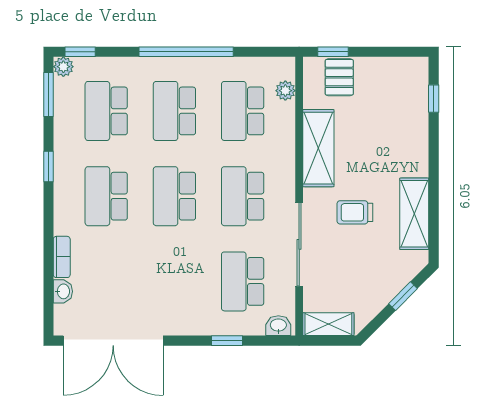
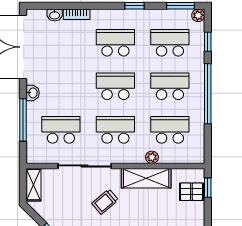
window: (80, 52) -> (208, 42), moved
plant: (285, 91) -> (152, 157), moved
trolley: (355, 212) -> (105, 202), turned -130
washbasin: (278, 326) -> (33, 93), moved
window: (227, 341) -> (23, 120), width x2.17

